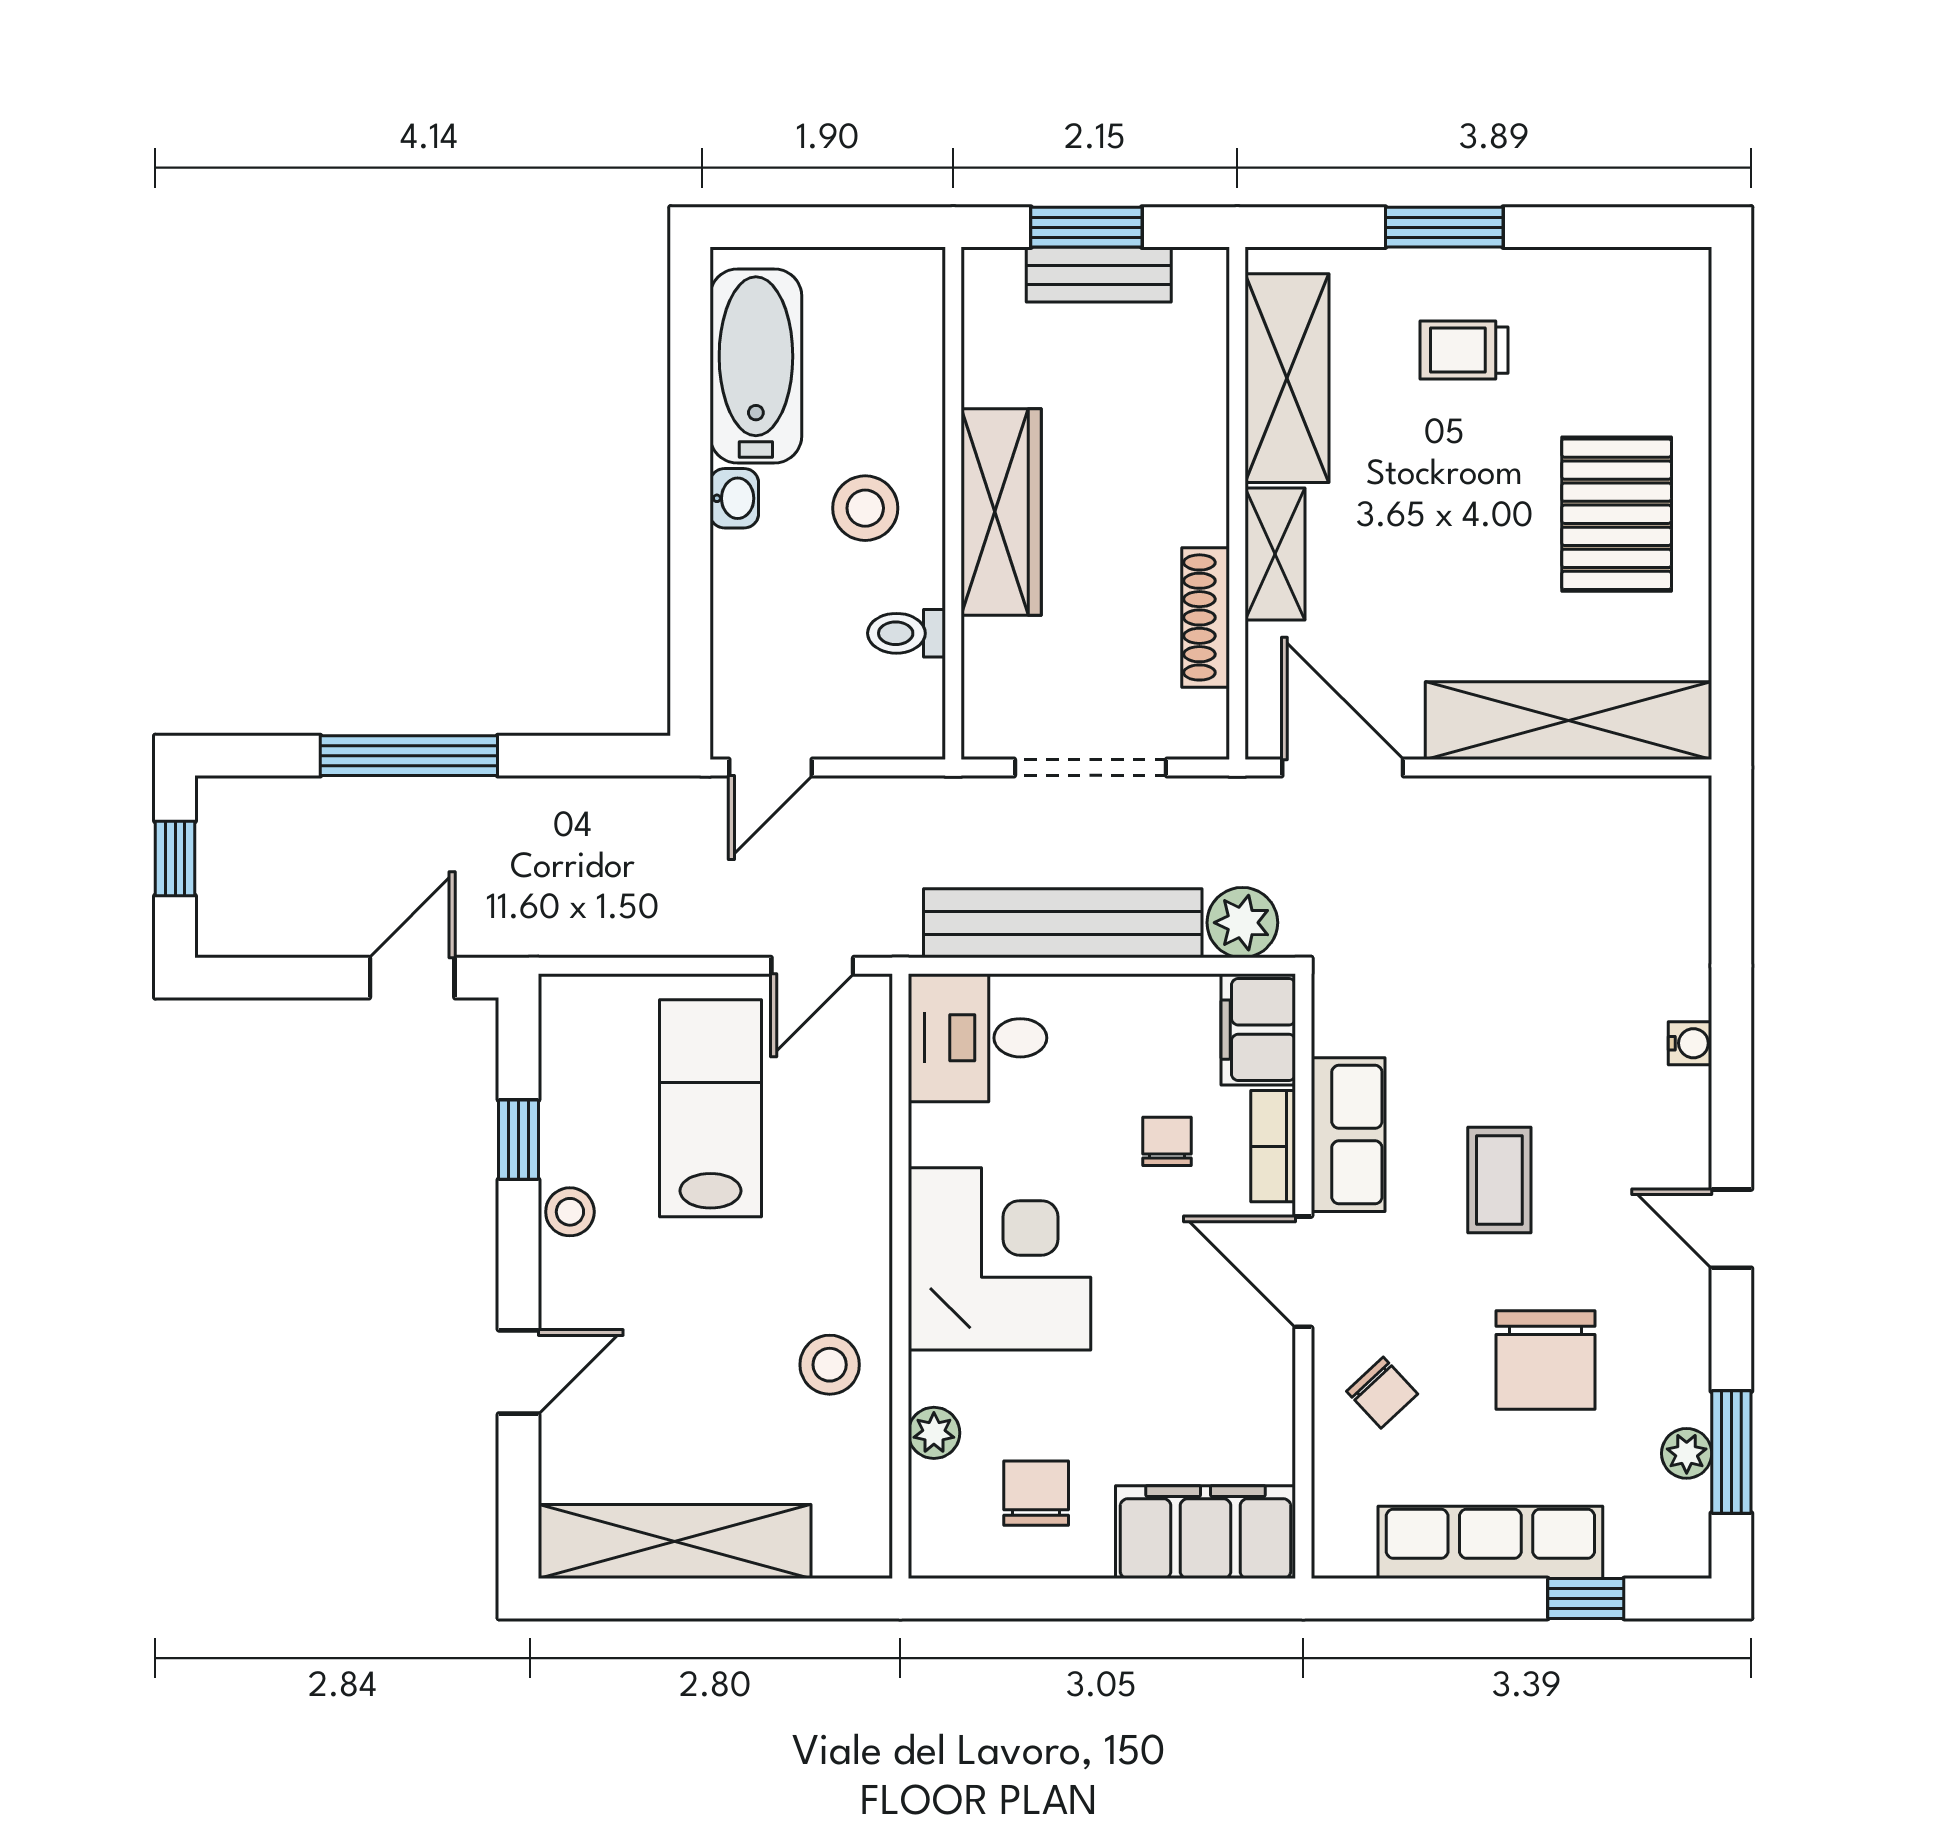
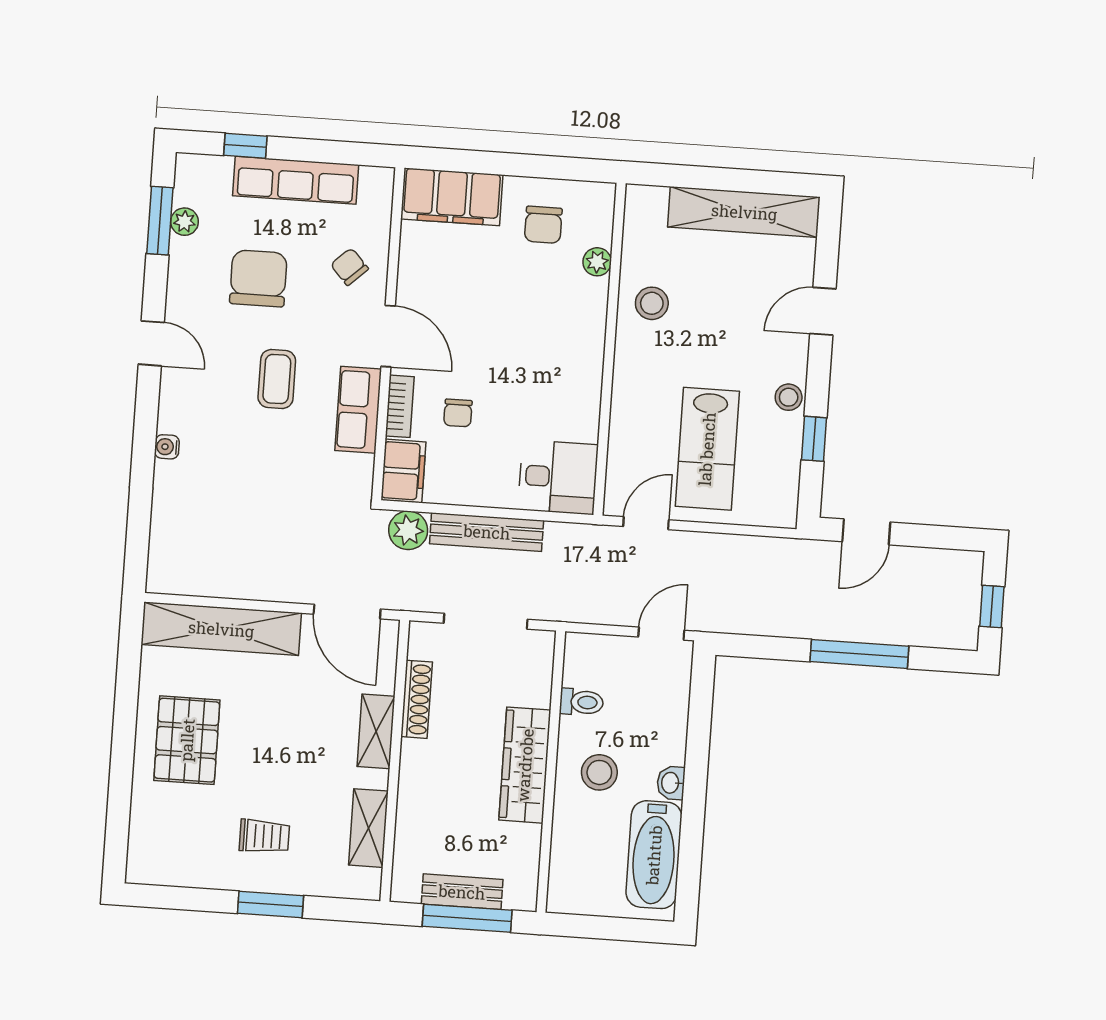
window: (1086, 227) -> (467, 918), width x1.44
shelving: (1287, 378) -> (368, 828), width x0.67, depth x0.75
bench: (1063, 923) -> (487, 532), width x0.73, depth x0.82
corner desk: (999, 1259) -> (554, 355), removed

